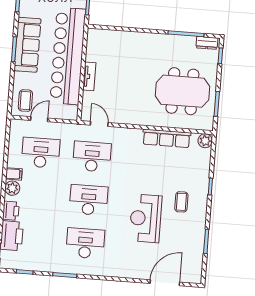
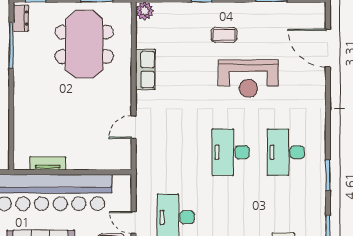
tv unit: (89, 76) -> (48, 163), moved
door: (99, 124) -> (134, 127), moved
row of seats: (167, 138) -> (145, 70), width x0.68
desk: (92, 157) -> (176, 152), removed

